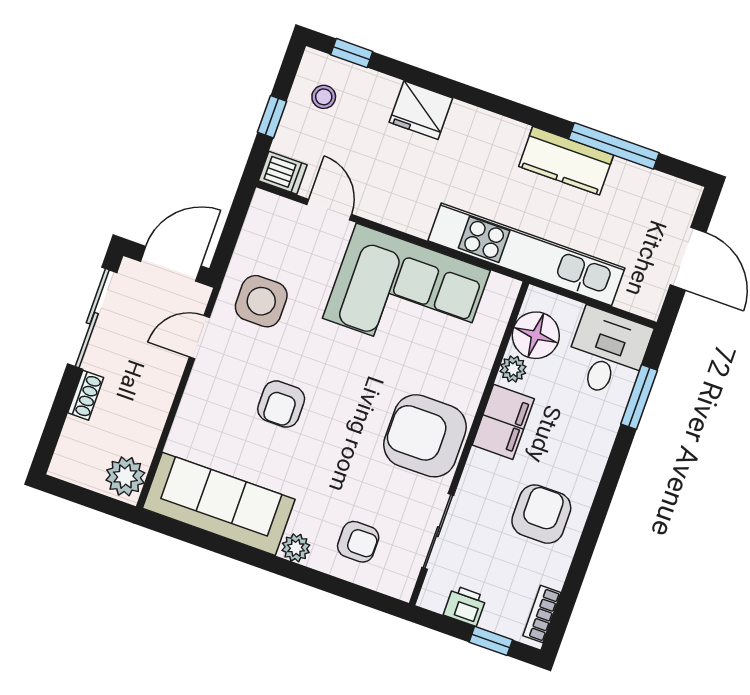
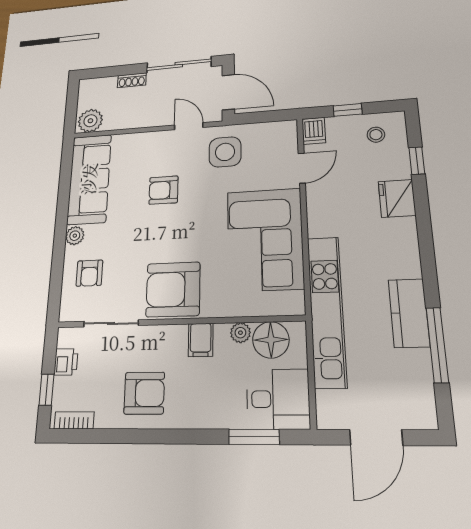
window: (352, 53) -> (417, 161), moved
filing cabinet: (503, 422) -> (201, 340), width x0.50
armchair: (425, 436) -> (173, 289), turned -90

